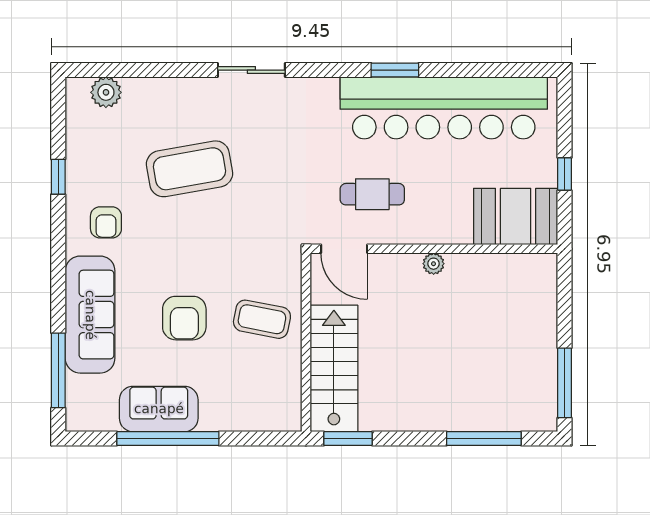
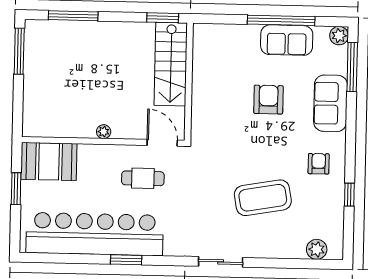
window: (564, 174) -> (16, 189), width x1.50
sofa: (90, 315) -> (330, 103), width x0.73
coffee table: (262, 319) -> (217, 98), removed
plant: (79, 418) -> (339, 36), added

